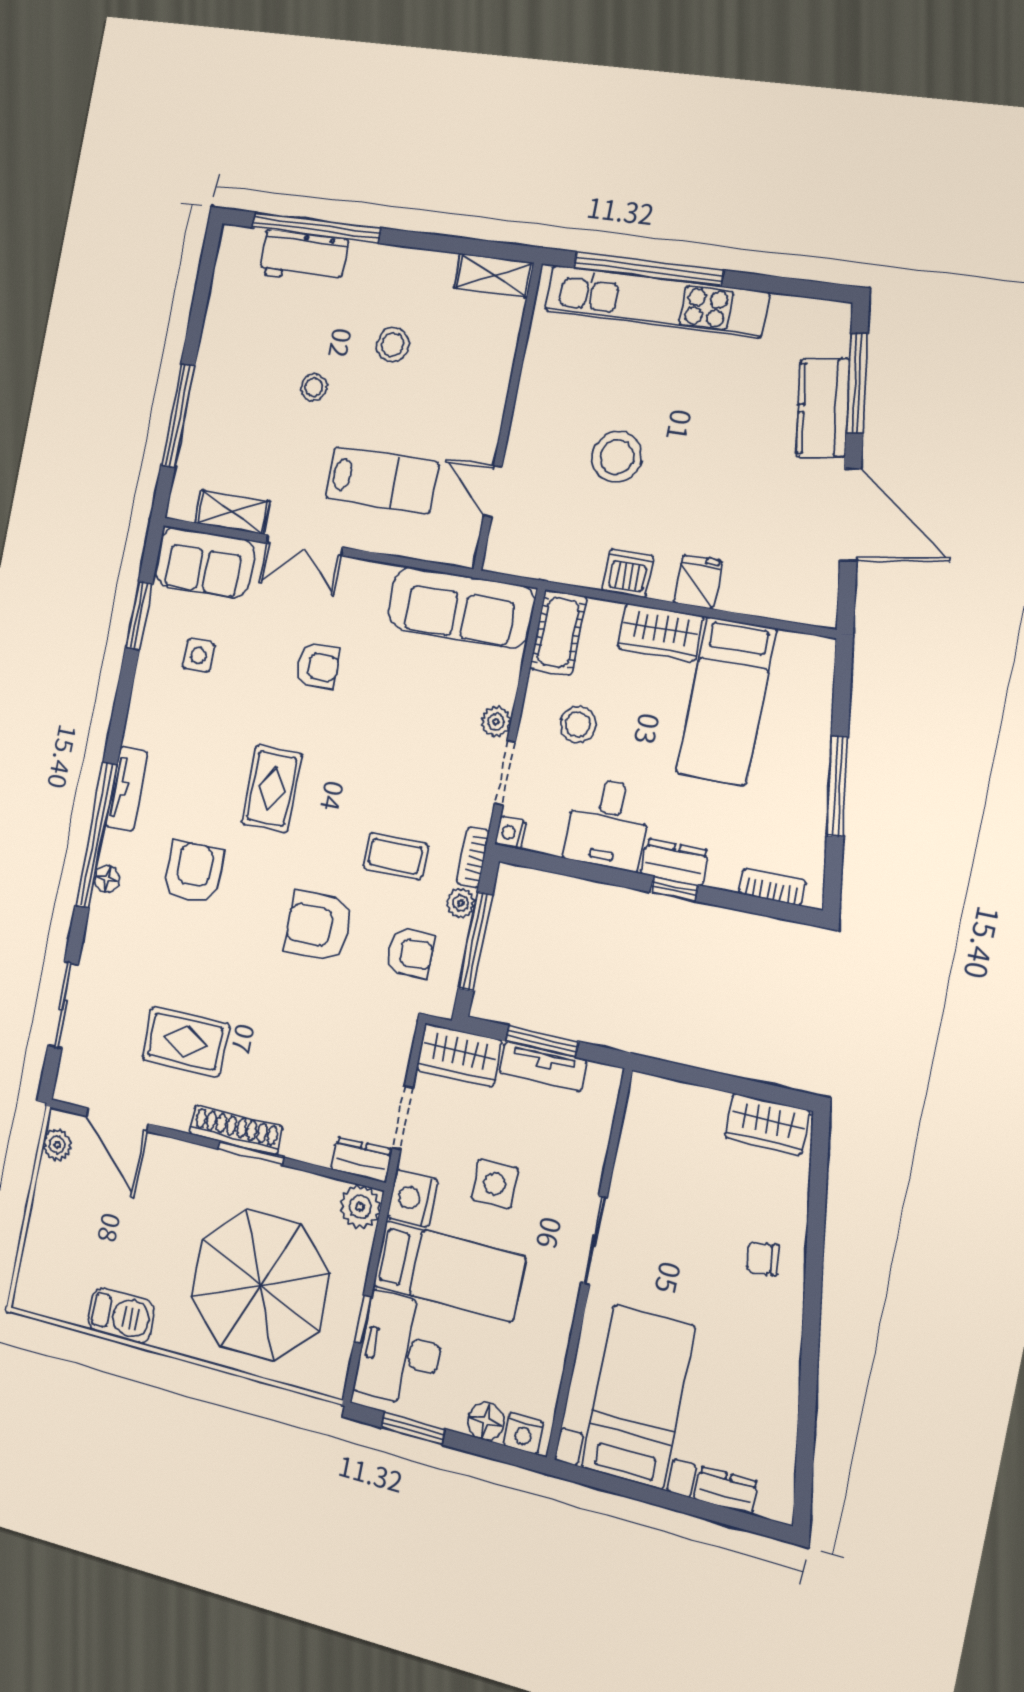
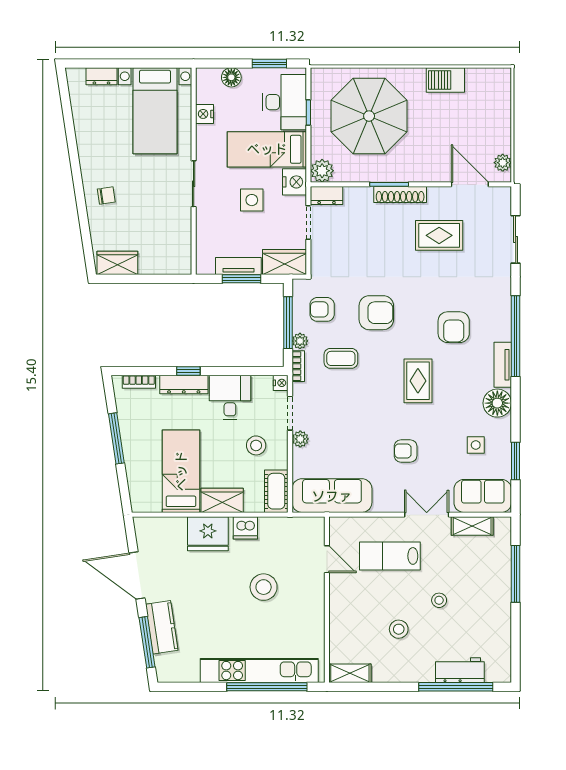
fridge: (698, 582) -> (208, 534), width x1.88, depth x1.34
dresser: (675, 862) -> (184, 385), width x1.44
floor lamp: (107, 879) -> (497, 403), moved, width x1.89, depth x1.89
nightstand: (524, 1434) -> (205, 114), moved, turned -90

